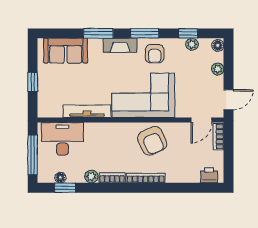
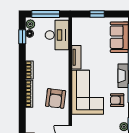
tv unit: (87, 111) -> (76, 57), width x0.71
armchair: (152, 141) -> (56, 98), turned -59
plant: (91, 176) -> (30, 24), moved

